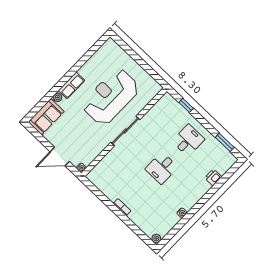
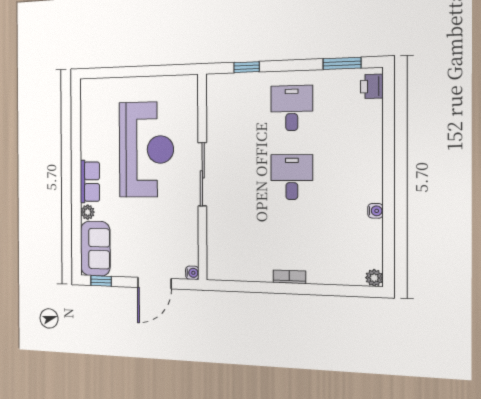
reception desk: (111, 97) -> (146, 150), turned 180
window: (35, 133) -> (101, 281), added
desk: (162, 168) -> (292, 177), turned 180
printer: (213, 177) -> (372, 86), moved

